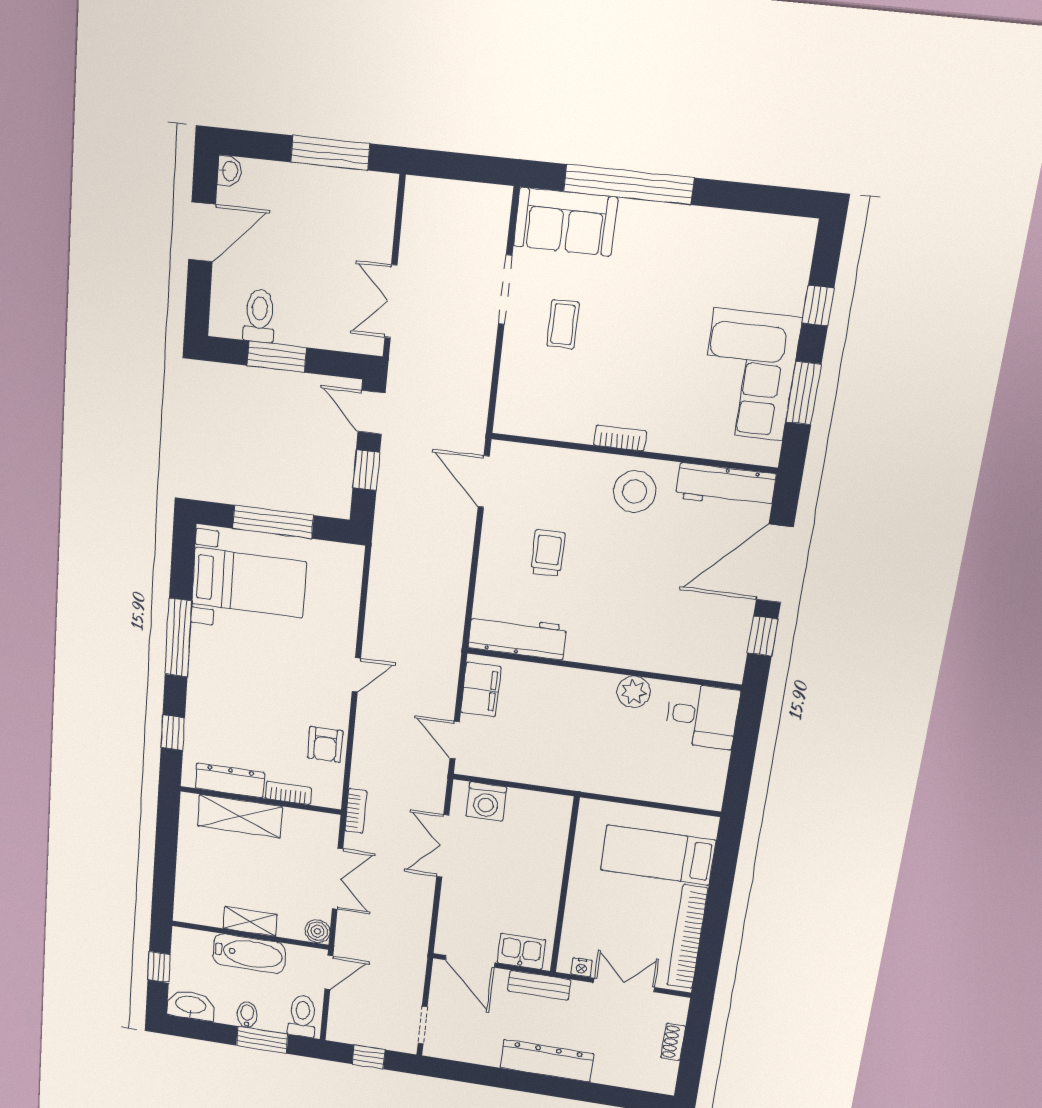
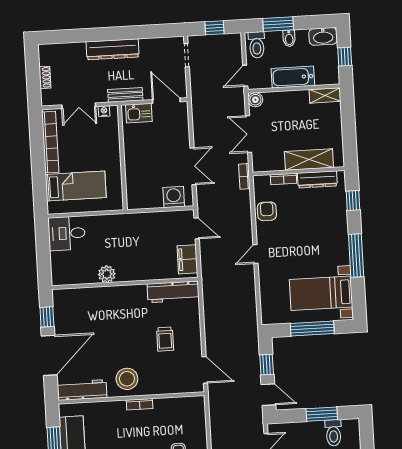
desk: (702, 716) -> (67, 233), moved
shelving: (250, 921) -> (325, 95), moved

